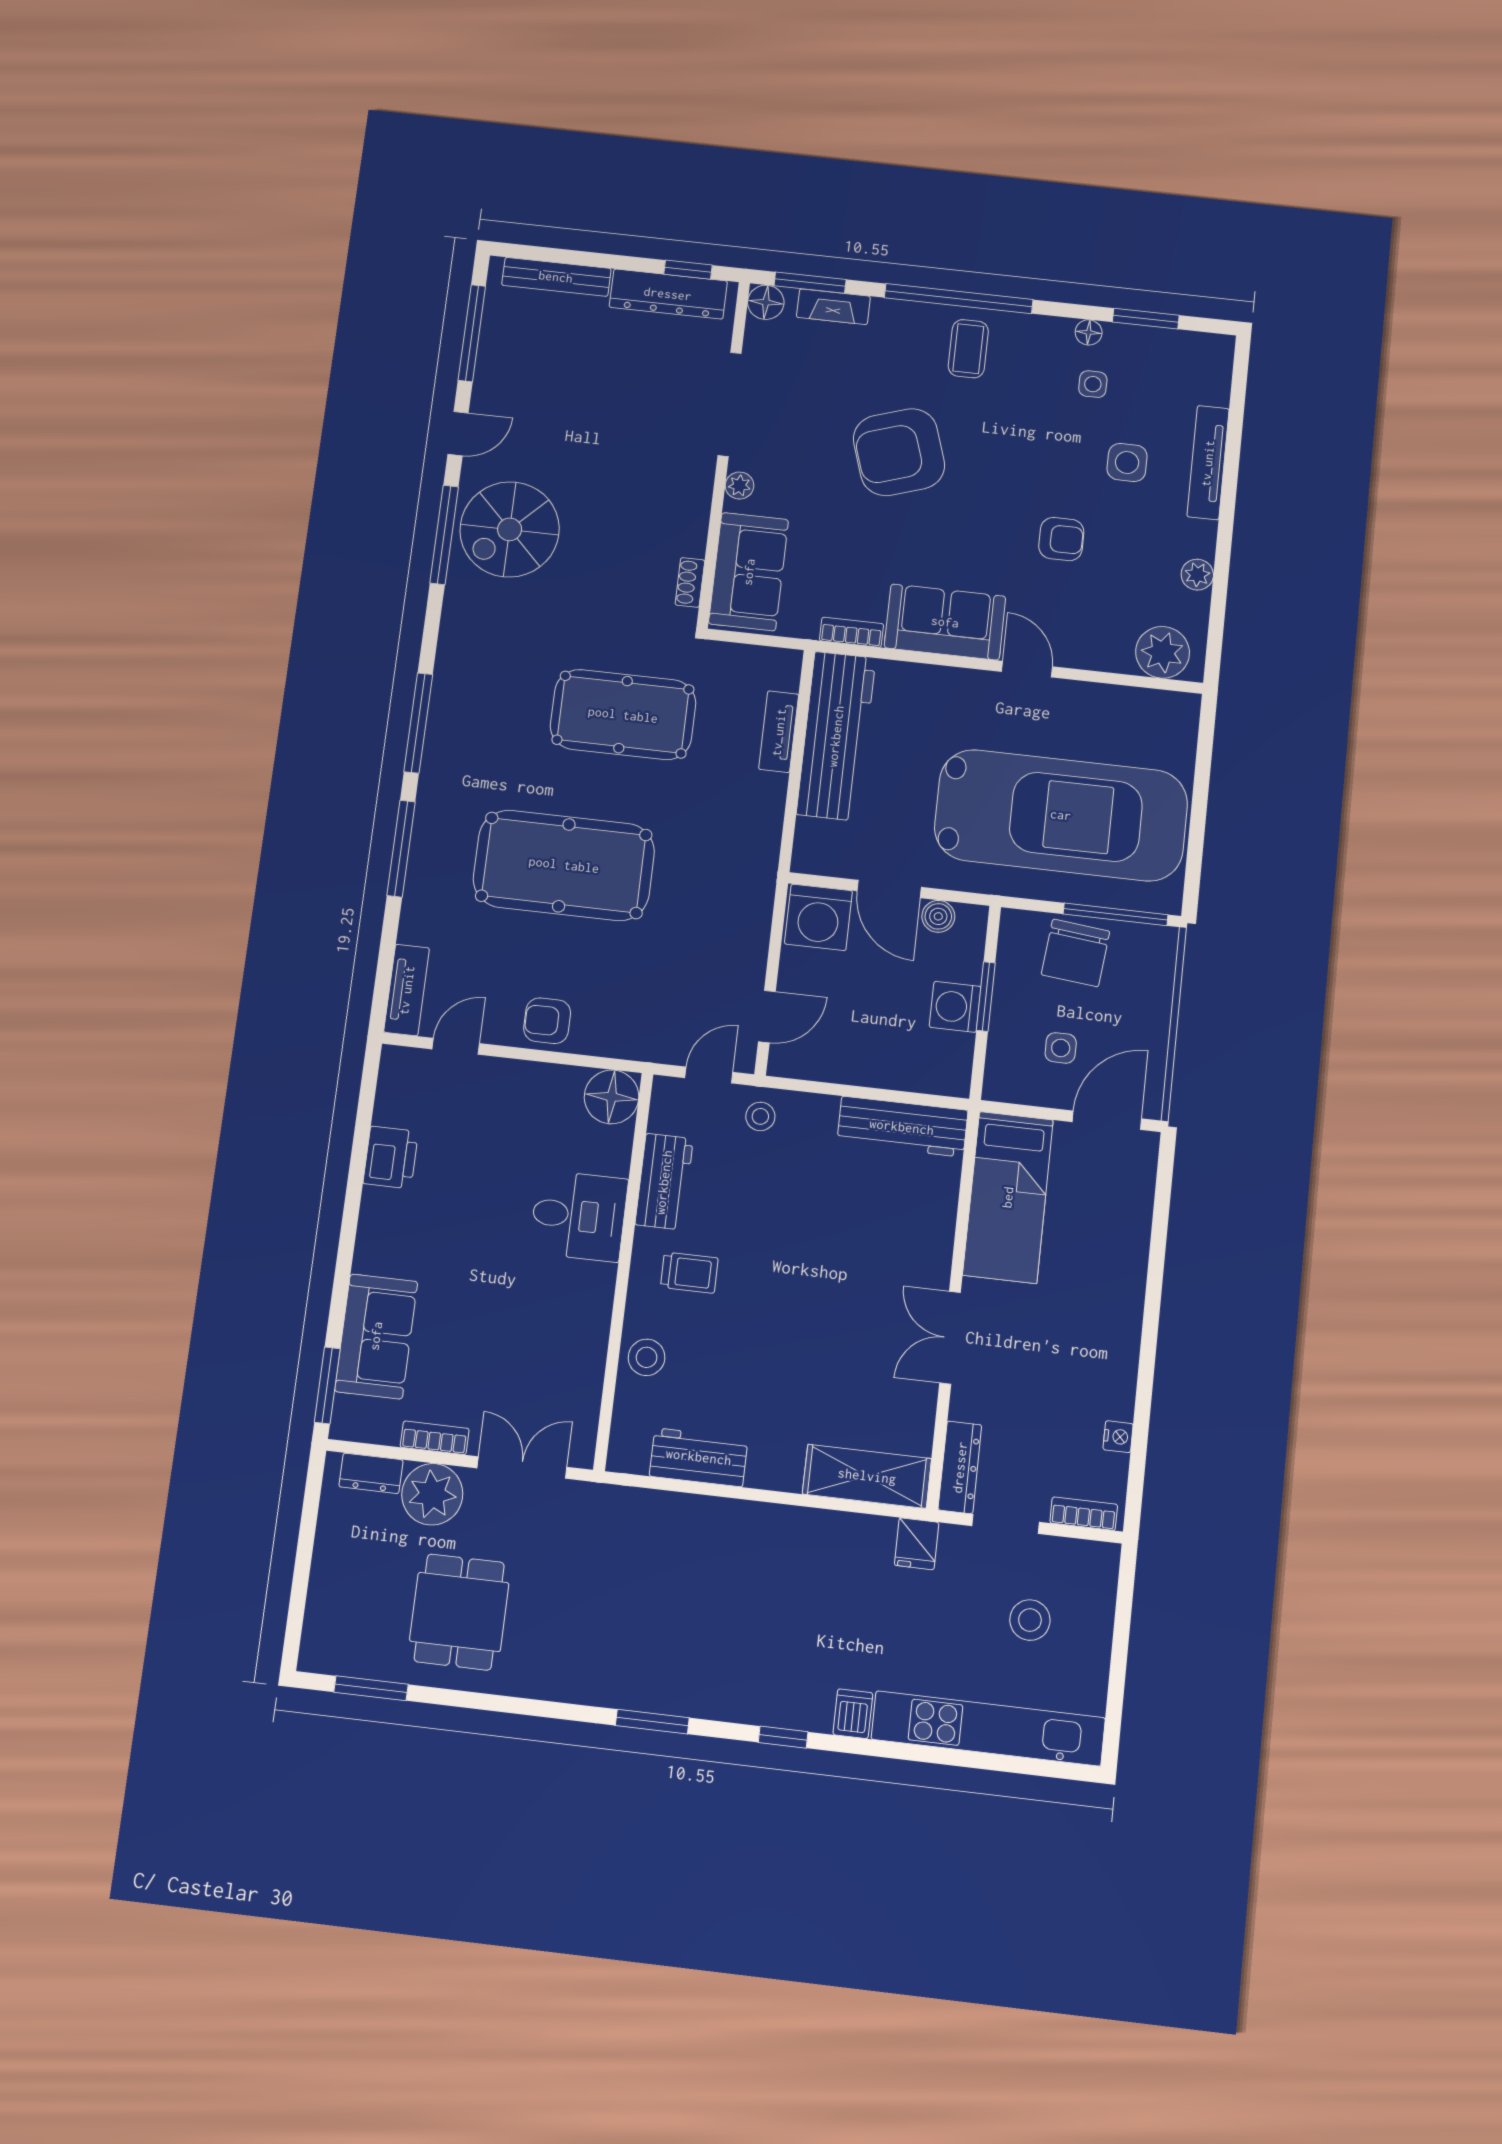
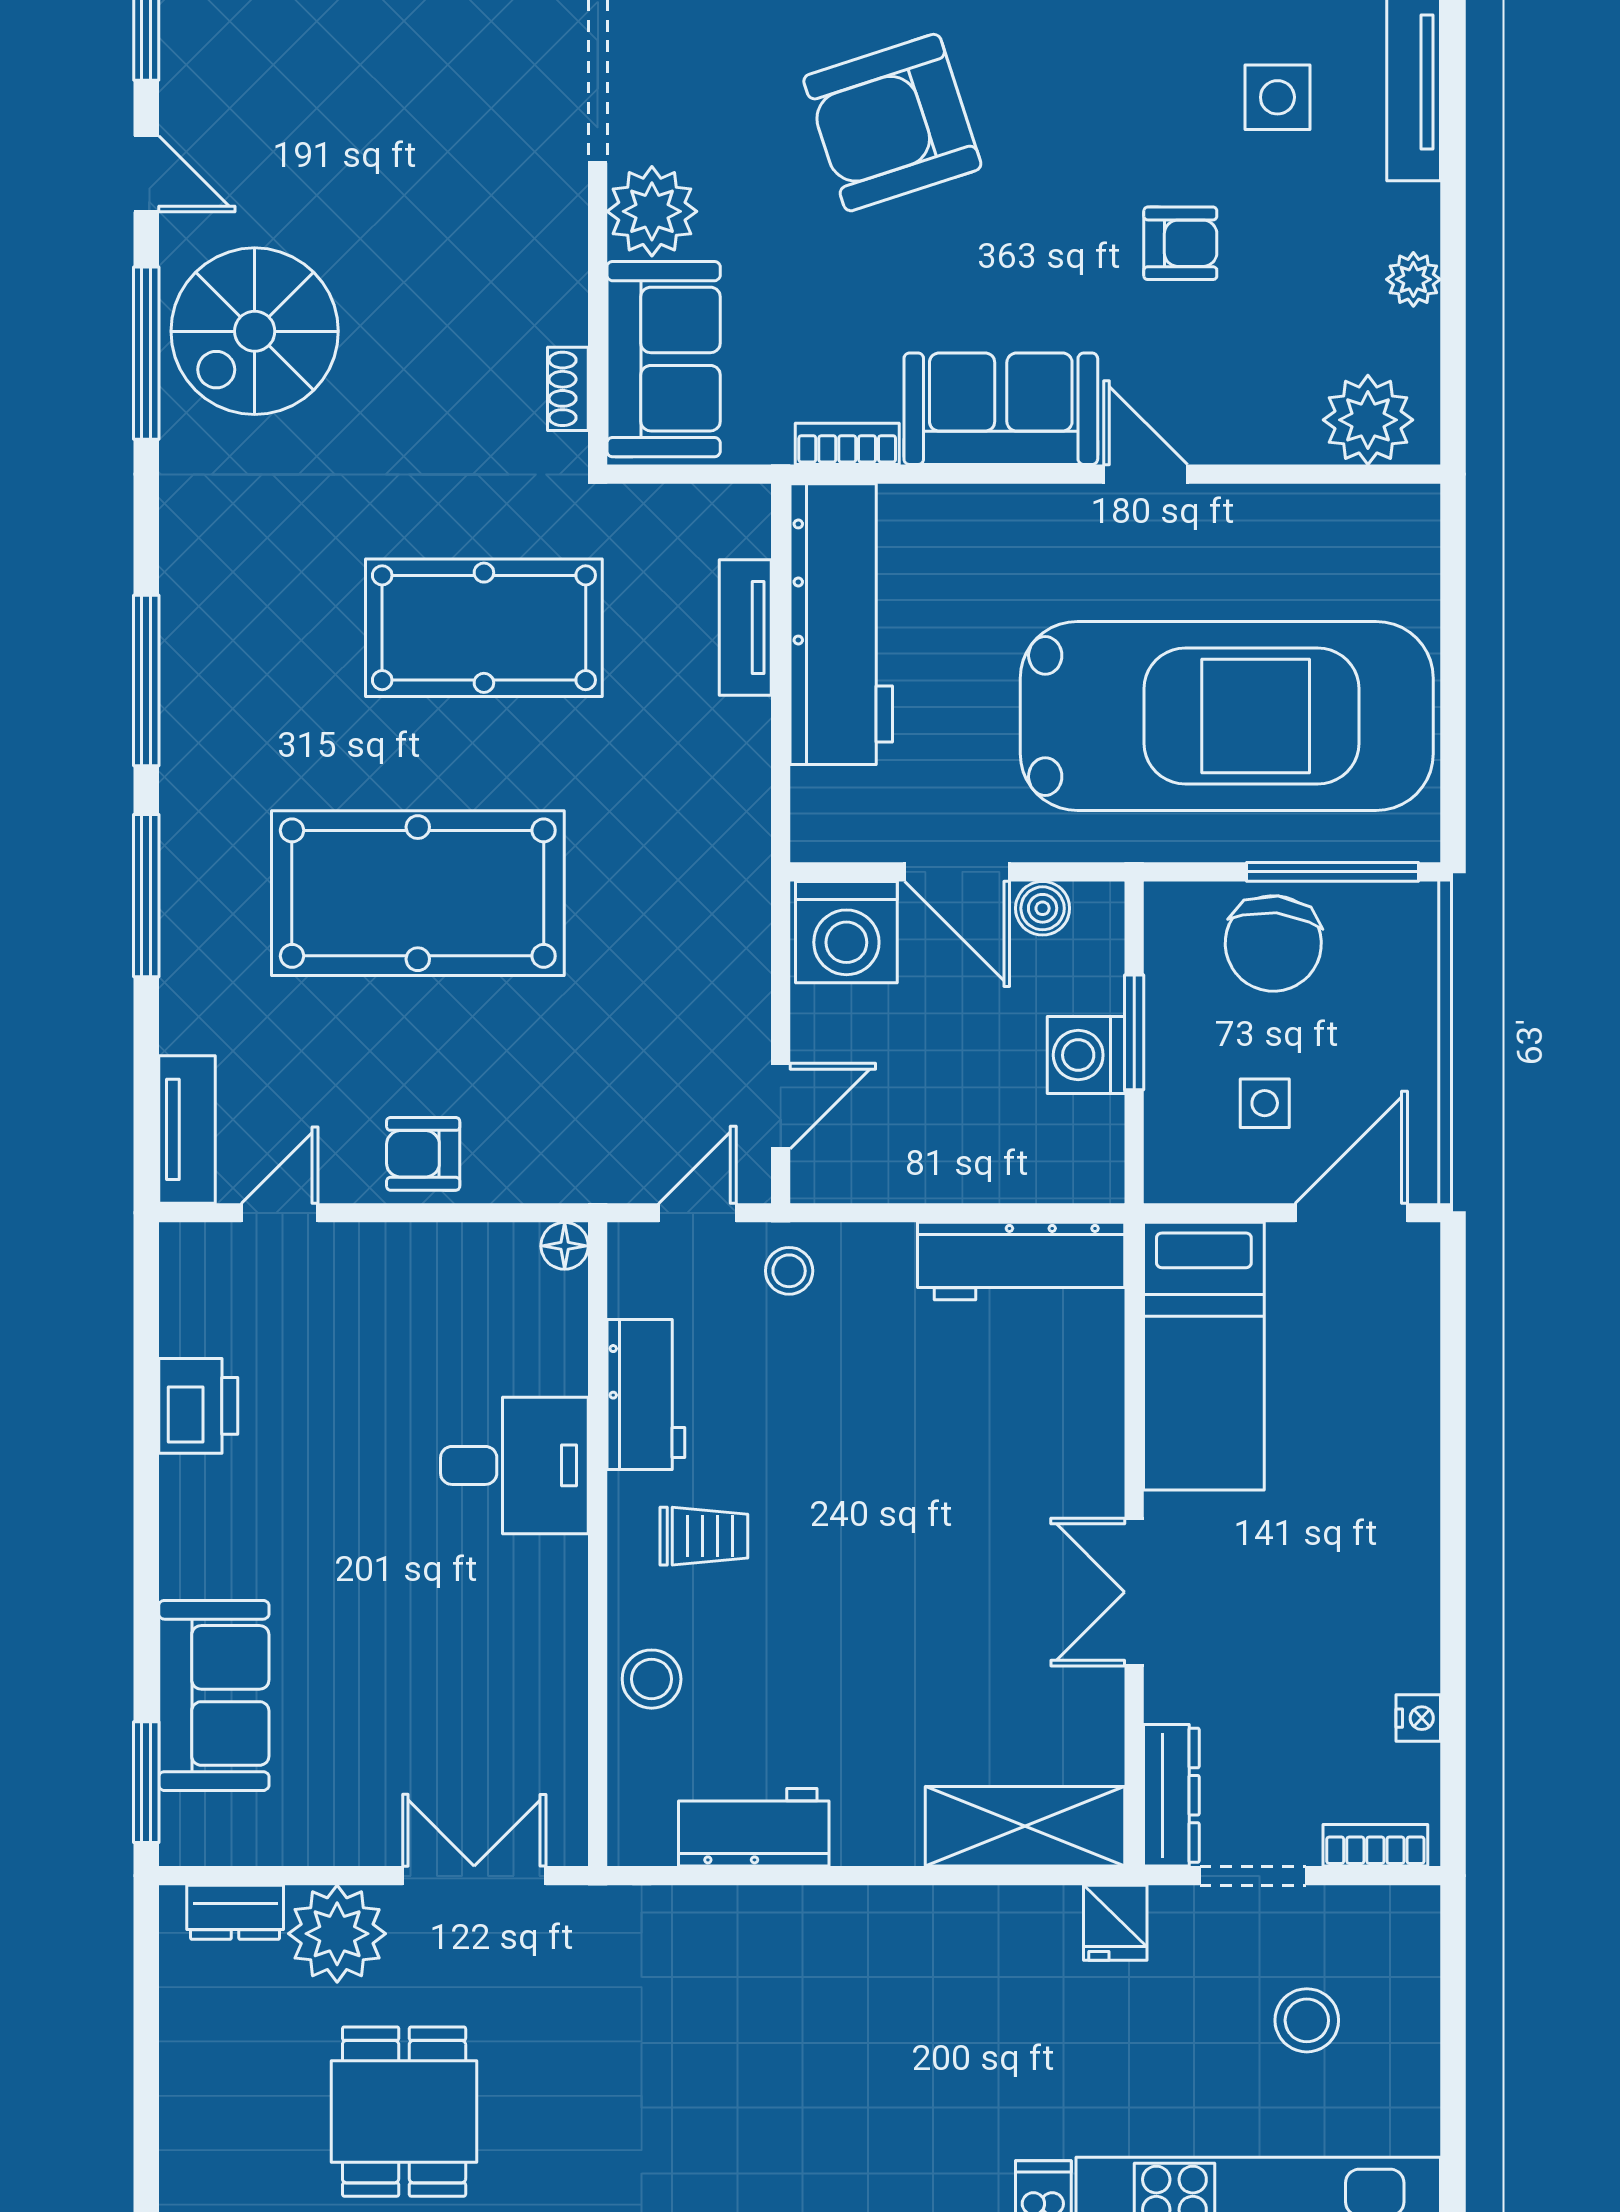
door: (458, 434) -> (146, 174), hinge flipped
plant: (739, 486) -> (652, 211), width x1.88, depth x1.88
floor lamp: (612, 1097) -> (565, 1246), width x0.53, depth x0.53
bookcase: (435, 1438) -> (329, 1845), removed

